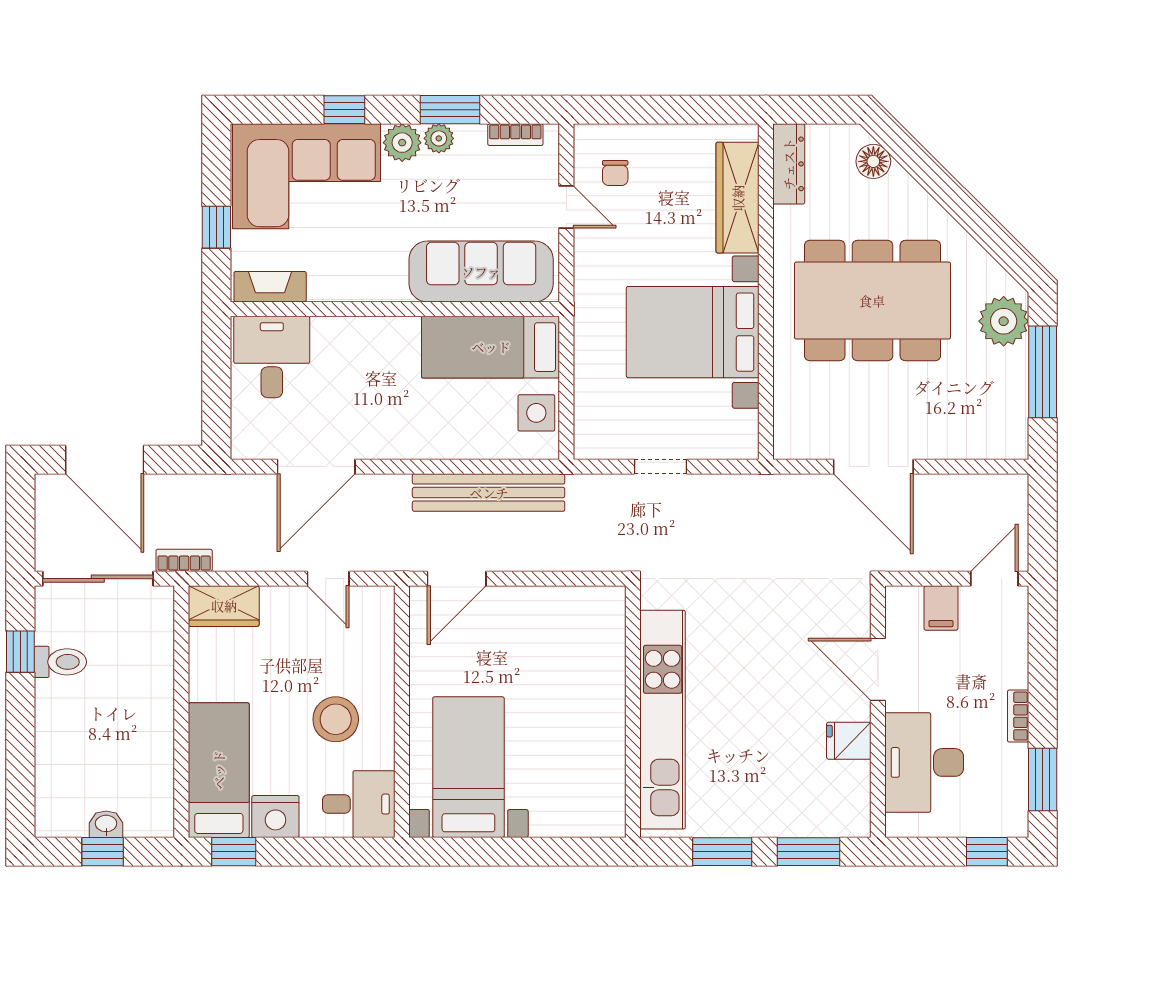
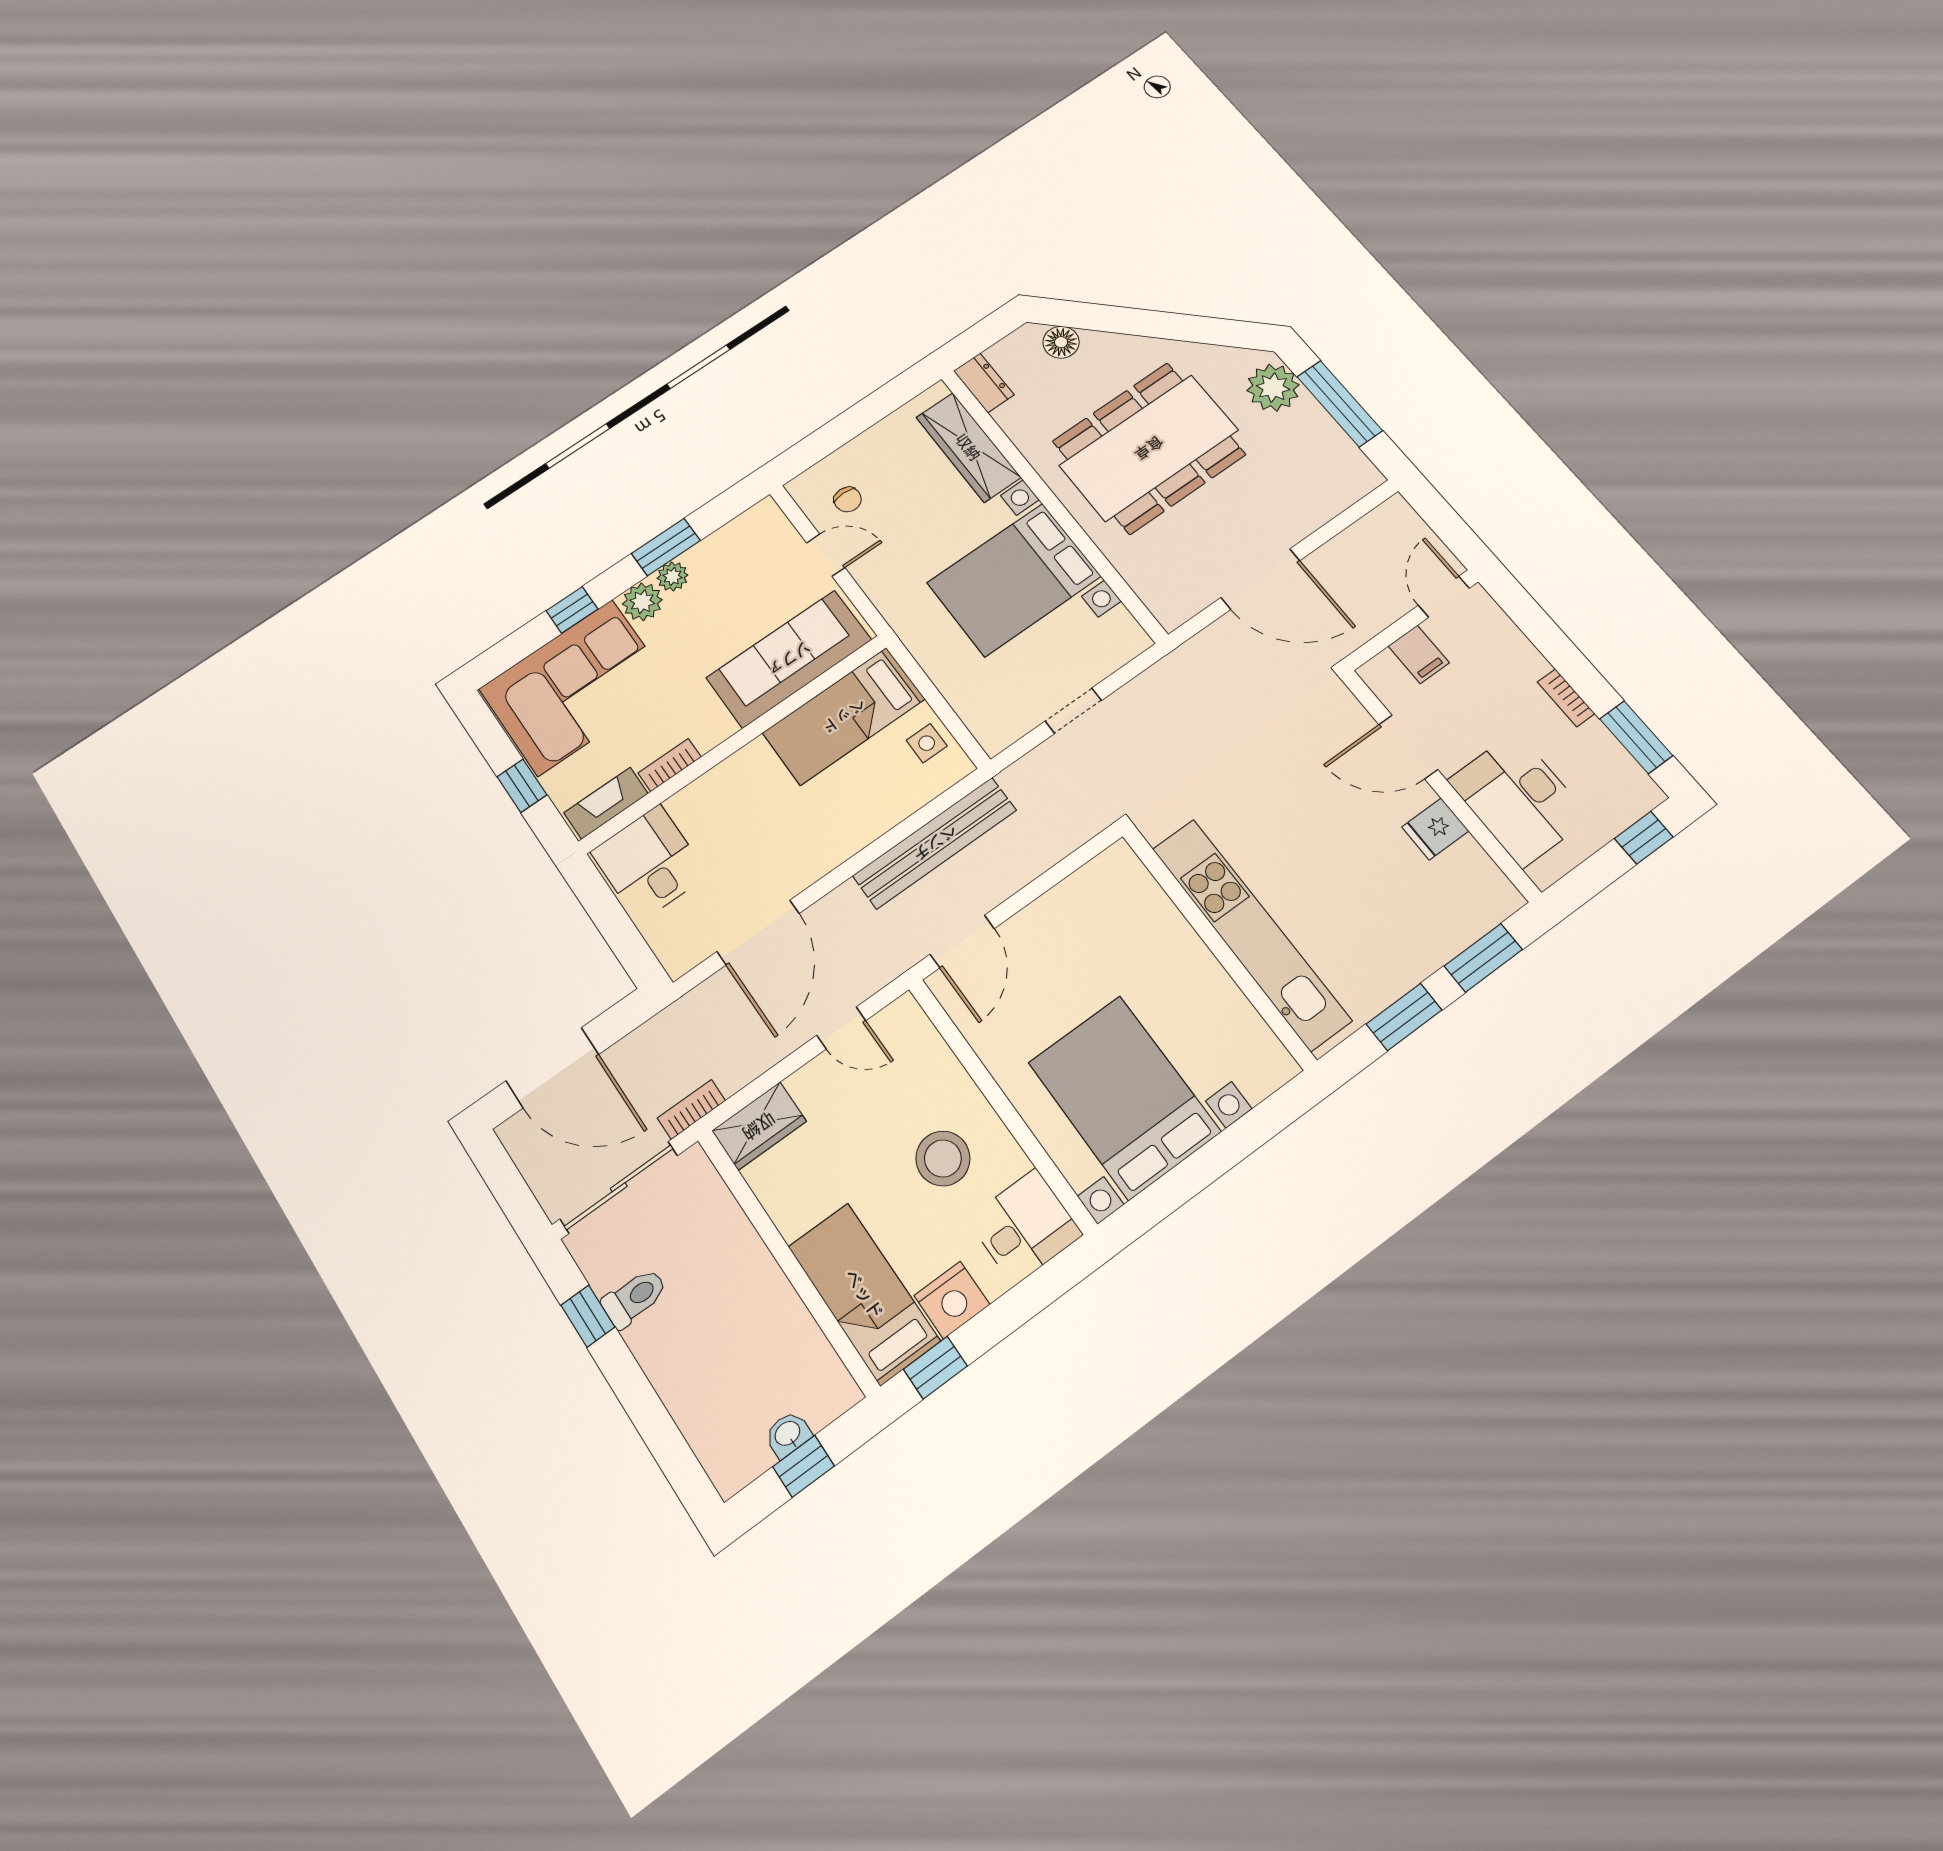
bookcase: (515, 135) -> (670, 765), moved, turned 180
dresser: (789, 164) -> (984, 383), width x0.70
side table: (536, 413) -> (927, 743), width x0.73, depth x0.73
bed with nightstands: (468, 767) -> (1124, 1097), width x1.36

